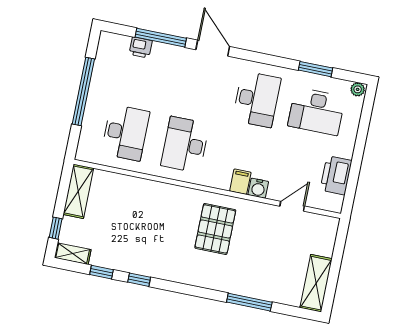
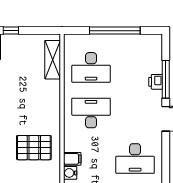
printer: (141, 47) -> (156, 82), moved
shelving: (78, 191) -> (53, 60), moved, turned 90

